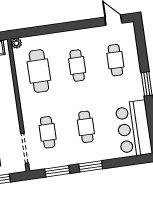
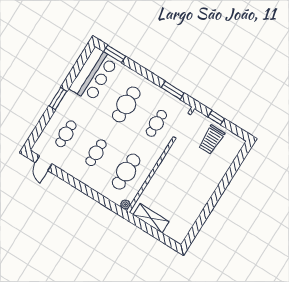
cafe table: (86, 127) -> (126, 104), width x1.37, depth x1.35
window: (91, 166) -> (115, 54), moved

